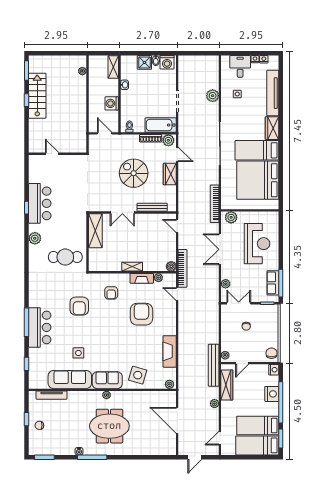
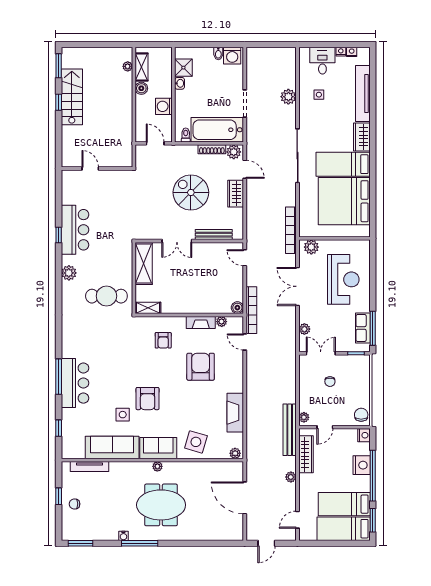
shower: (144, 62) -> (183, 68), moved
shelving: (113, 67) -> (141, 67), moved
boiler: (94, 89) -> (141, 88), added
bathtub: (161, 125) -> (217, 130), width x1.36, depth x1.36
shelving: (132, 267) -> (148, 308), moved
armchair: (79, 306) -> (148, 399), moved

